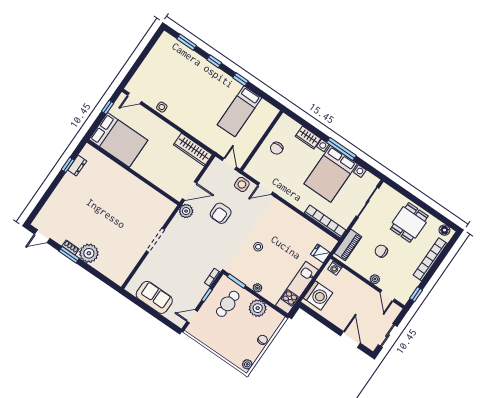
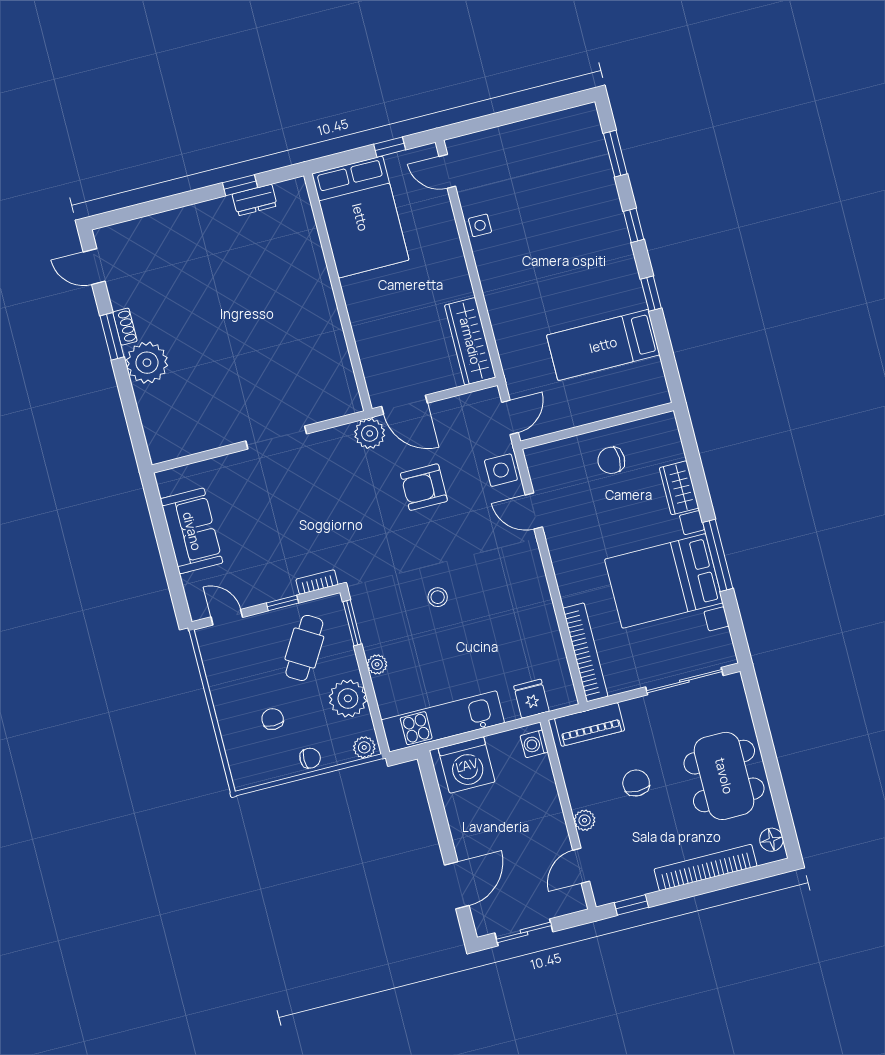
dining table: (409, 222) -> (724, 776), width x1.38
cafe table: (228, 304) -> (304, 648), turned -63
chair: (238, 338) -> (273, 719), added
plant: (247, 364) -> (364, 747), moved

